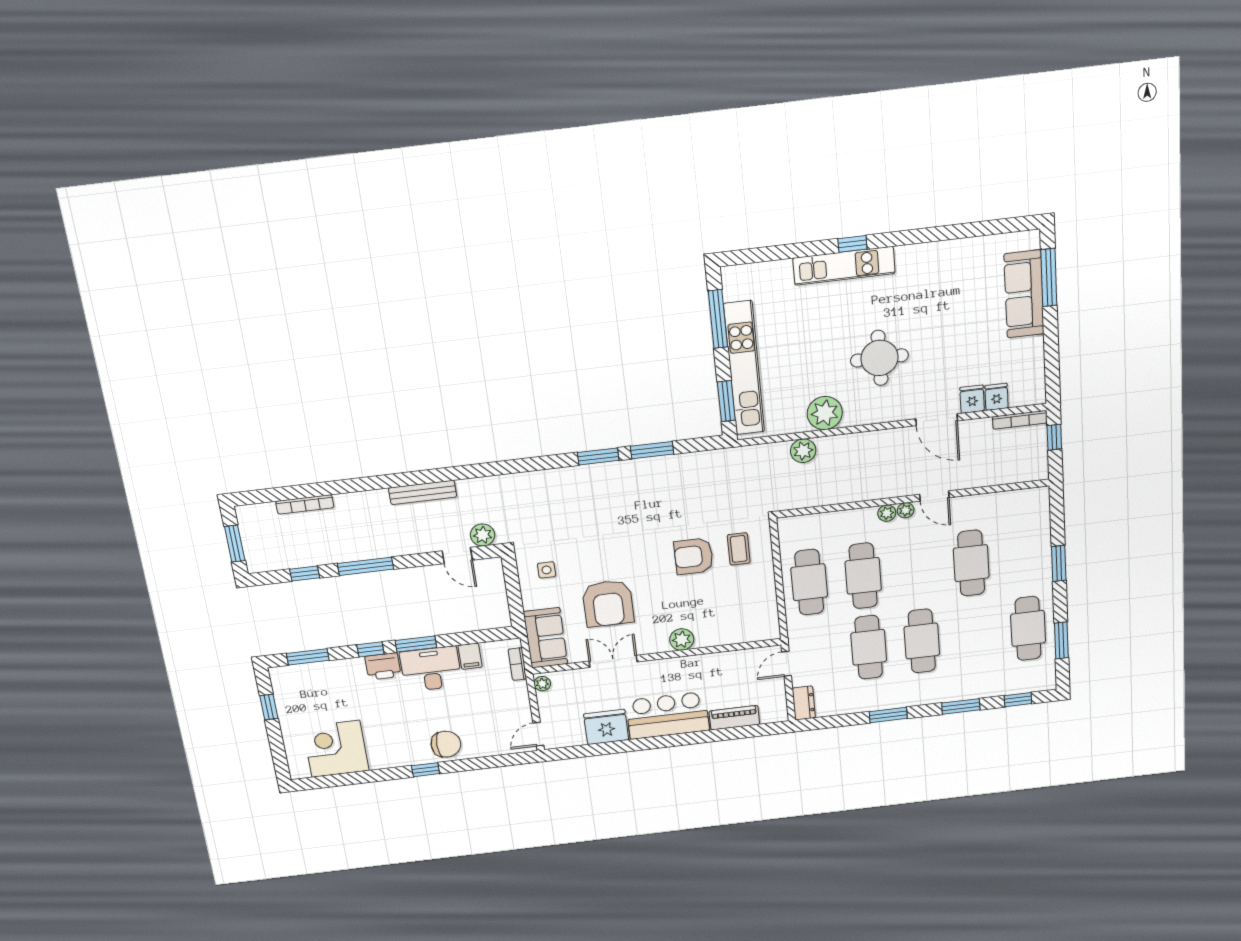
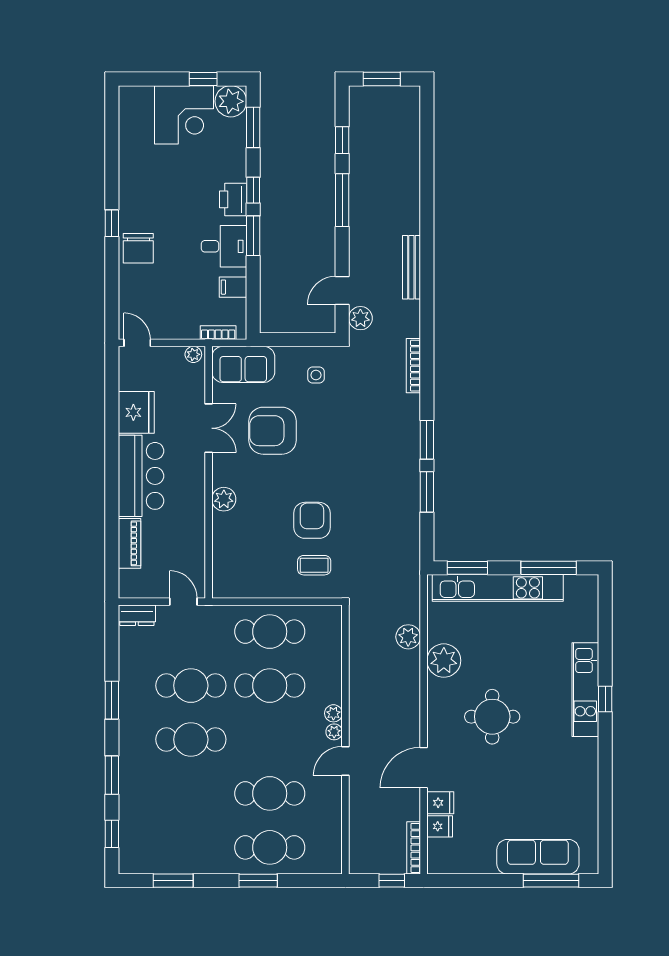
bookcase: (305, 504) -> (413, 366), moved
cafe table: (1028, 628) -> (270, 847), moved
desk: (431, 669) -> (224, 246), width x0.73
plant: (286, 680) -> (231, 101), added
corner desk: (336, 749) -> (184, 115), moved, turned 90

